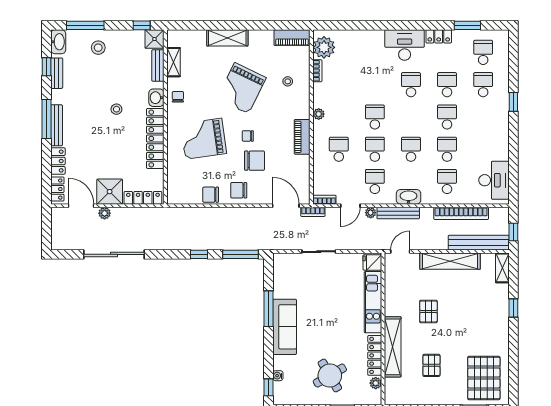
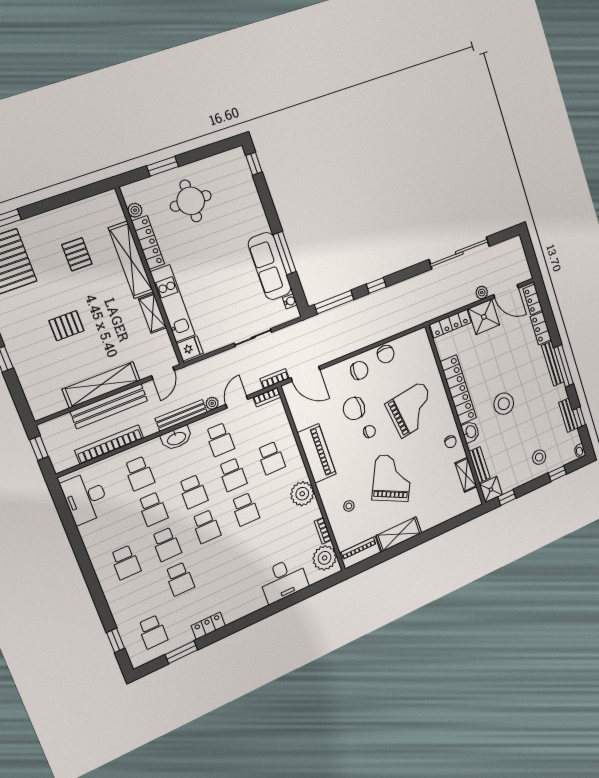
window: (85, 25) -> (557, 474), width x0.46
shelving: (227, 38) -> (399, 534), moved
washbasin: (58, 42) -> (580, 451), width x0.52, depth x0.69
desk: (405, 45) -> (283, 580), moved
school desk: (411, 85) -> (206, 527), moved
school desk: (483, 85) -> (126, 562), moved
window: (513, 102) -> (116, 640), moved
stool: (116, 109) -> (504, 404), width x1.89, depth x1.89
plant: (319, 114) -> (302, 494), width x1.87, depth x1.87
piano: (302, 137) -> (317, 453), width x1.37, depth x1.33
chair: (211, 195) -> (386, 354), turned 90
bench: (479, 243) -> (109, 406), moved
shelving: (502, 268) -> (153, 313), moved
pallet: (428, 311) -> (67, 326), moved, turned 90
sofa: (285, 327) -> (270, 266), moved
water cooler: (278, 376) -> (290, 301), moved
round table: (330, 376) -> (191, 201), turned 30

